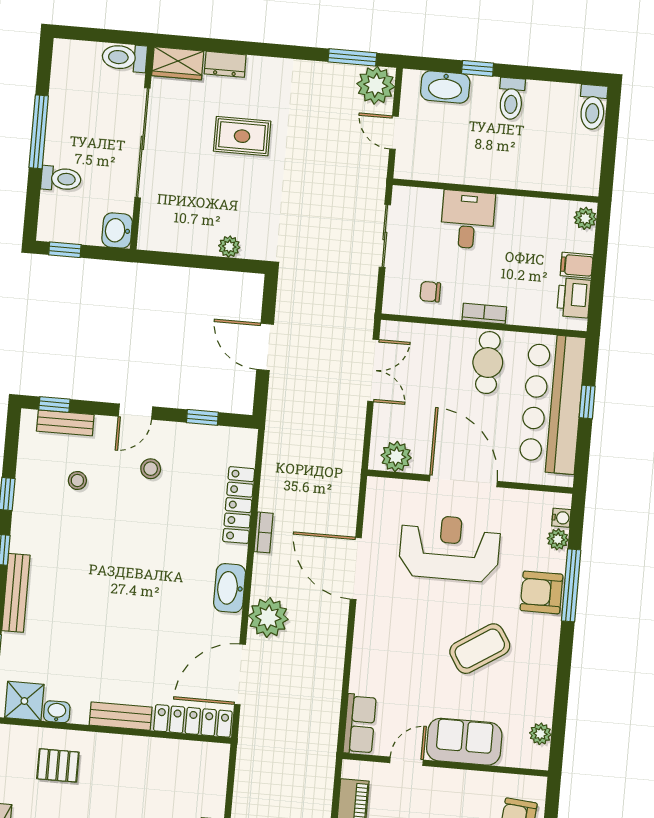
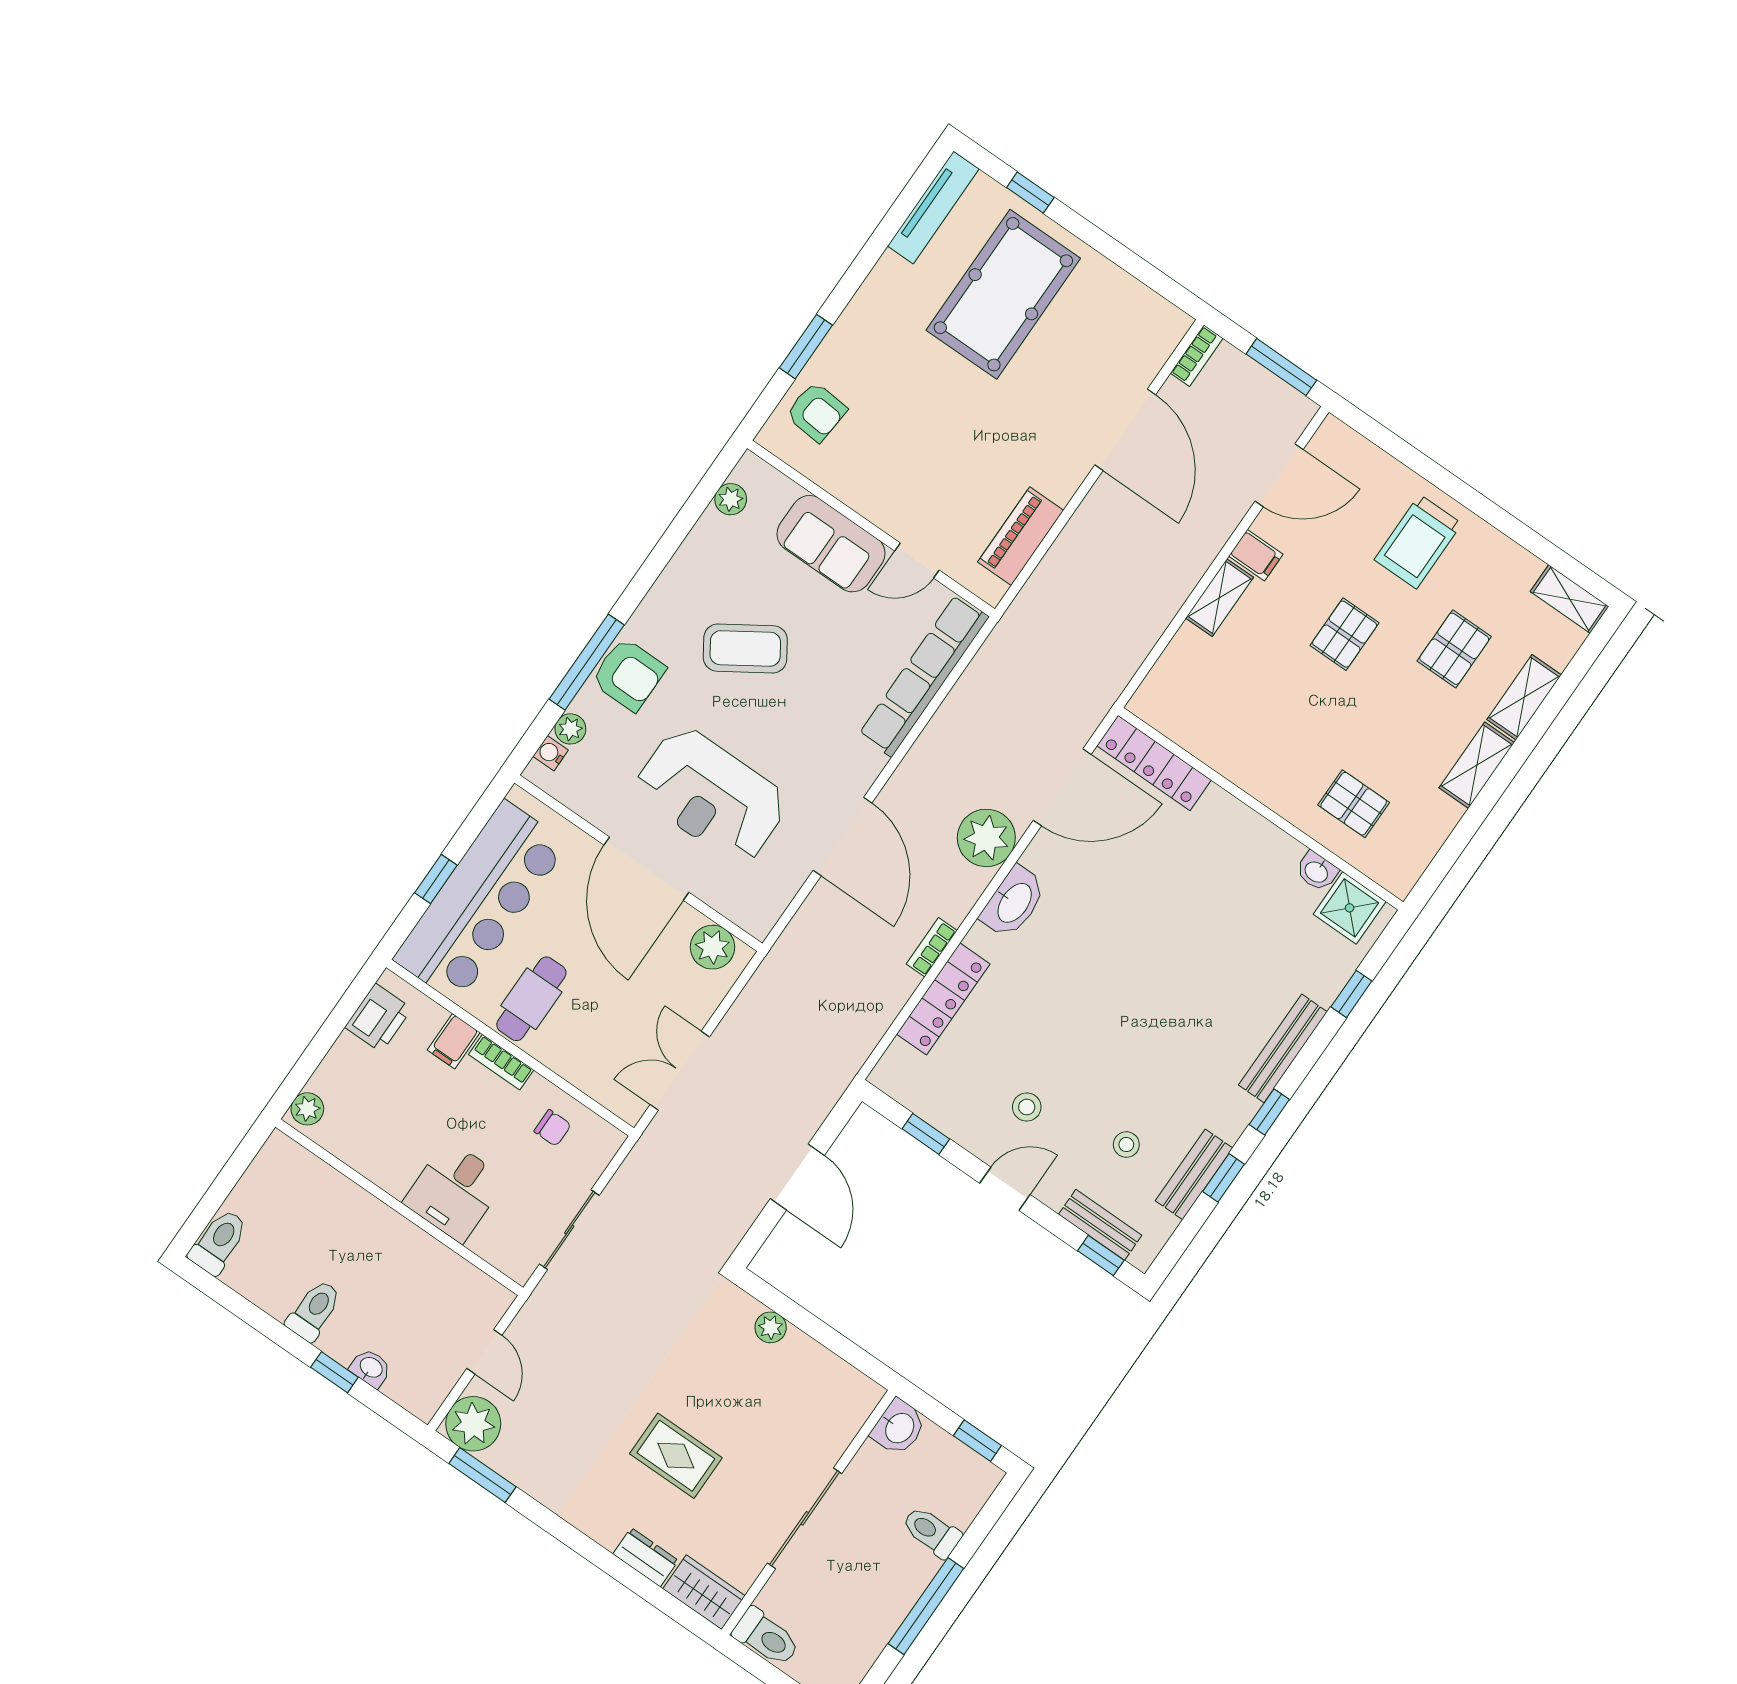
washbasin: (445, 87) -> (371, 1368), width x0.52, depth x0.69
sliding door: (142, 143) -> (805, 1518), width x0.73
filing cabinet: (577, 265) -> (454, 1041), moved, turned 90
bench: (121, 716) -> (1194, 1174), moved, turned 90
row of seats: (360, 724) -> (924, 676), width x2.02

